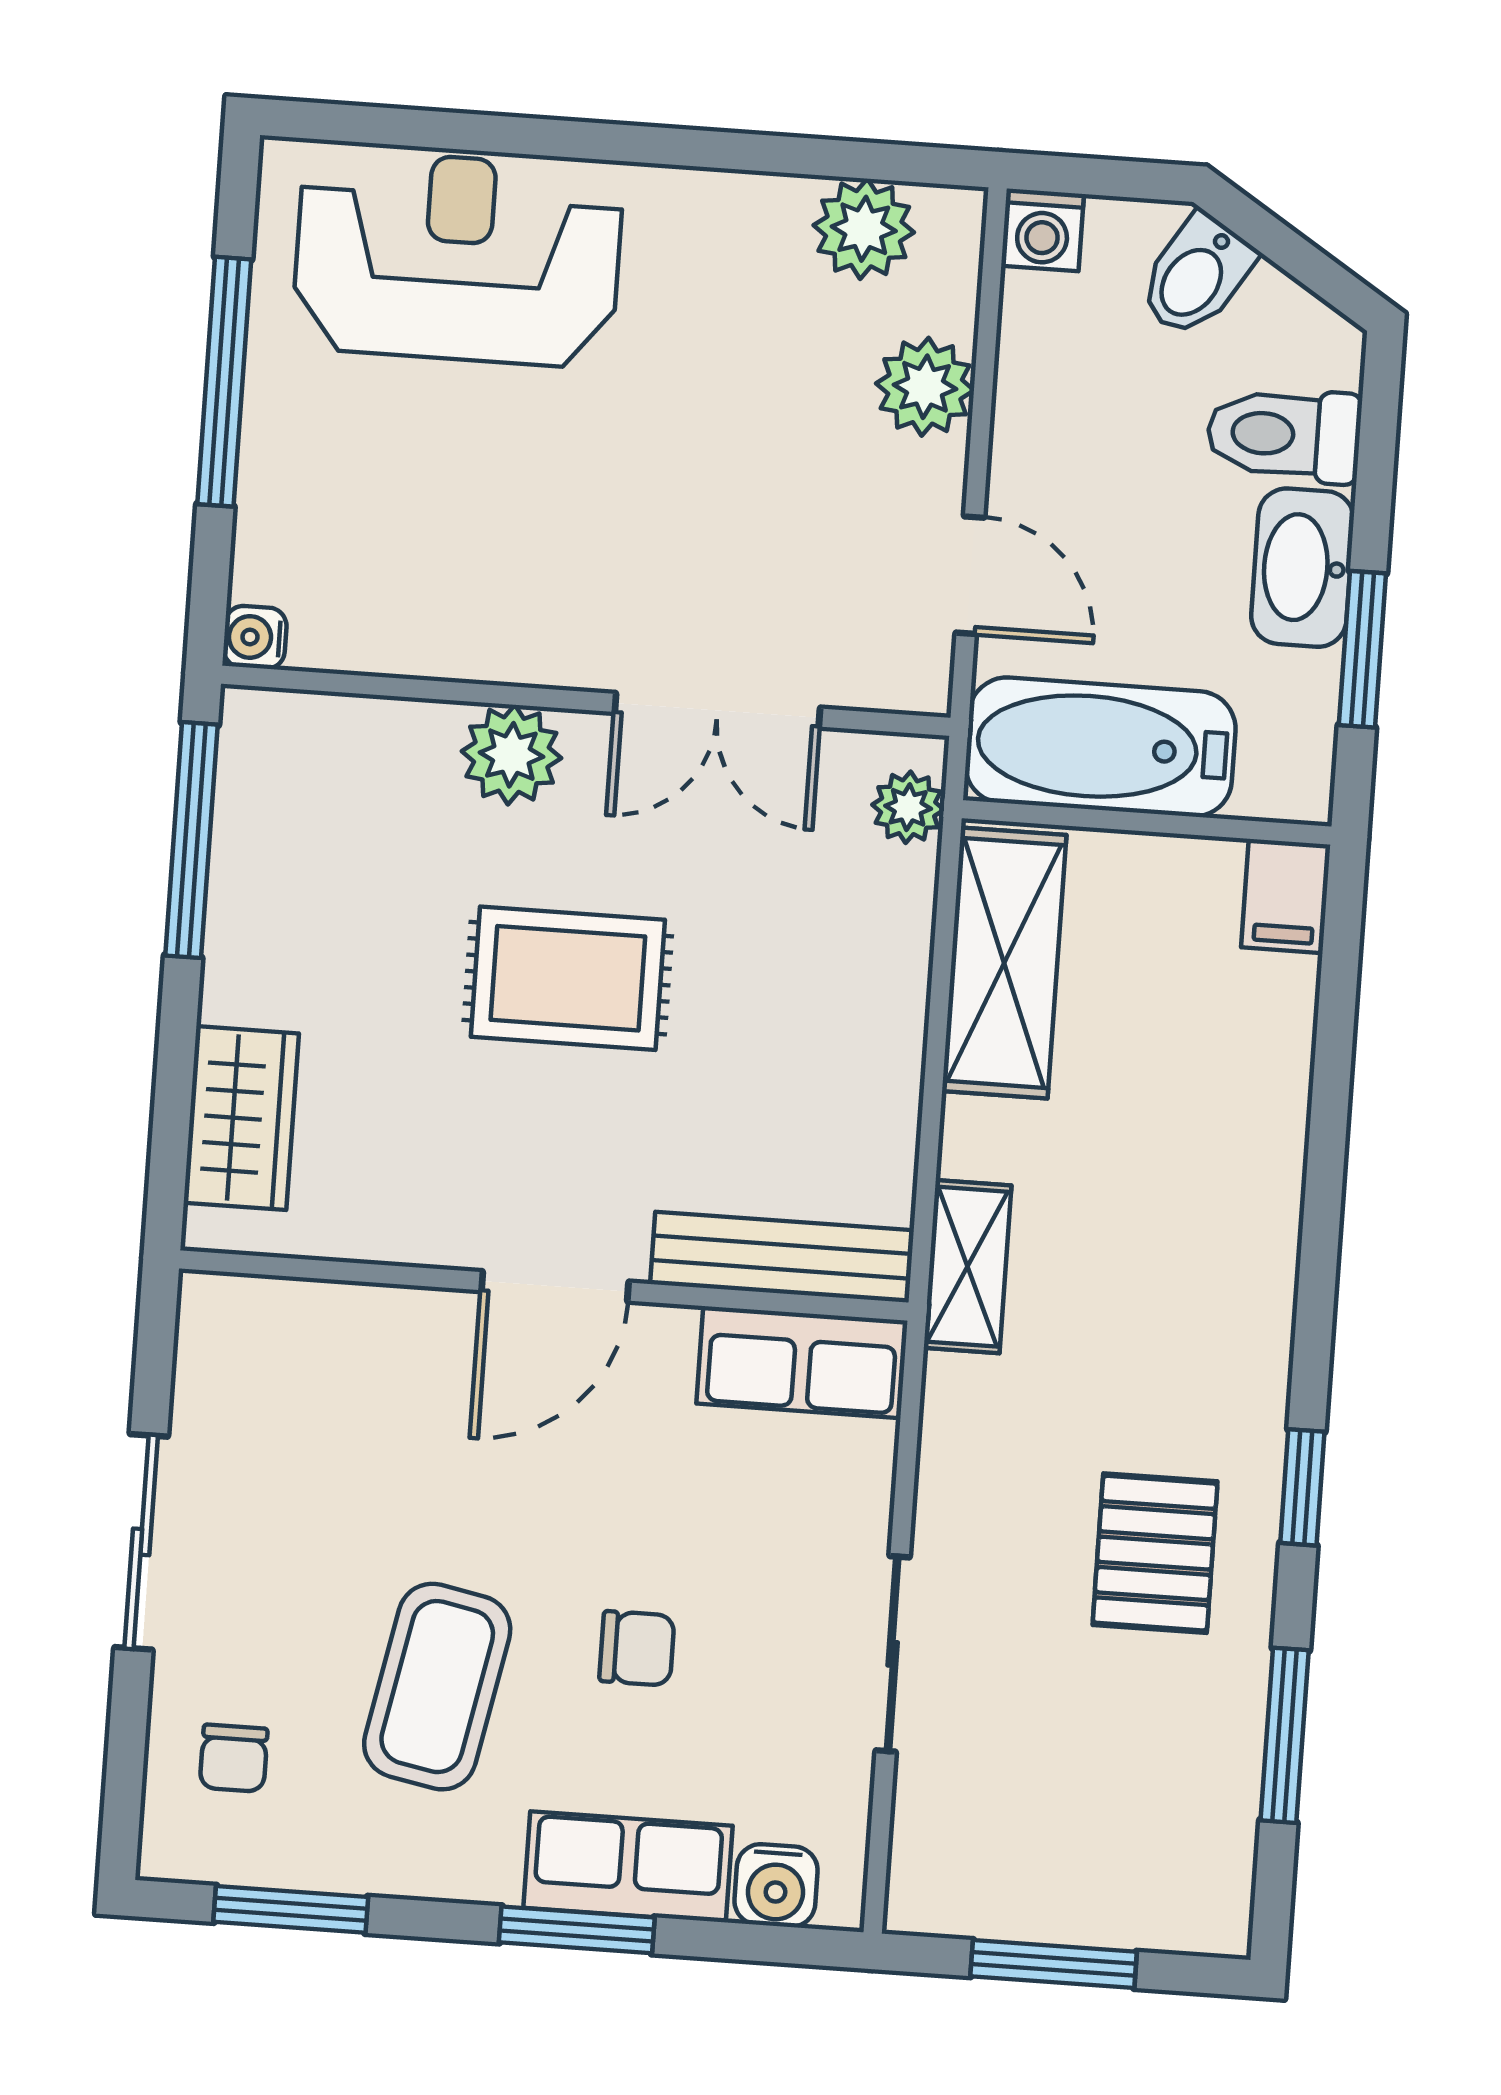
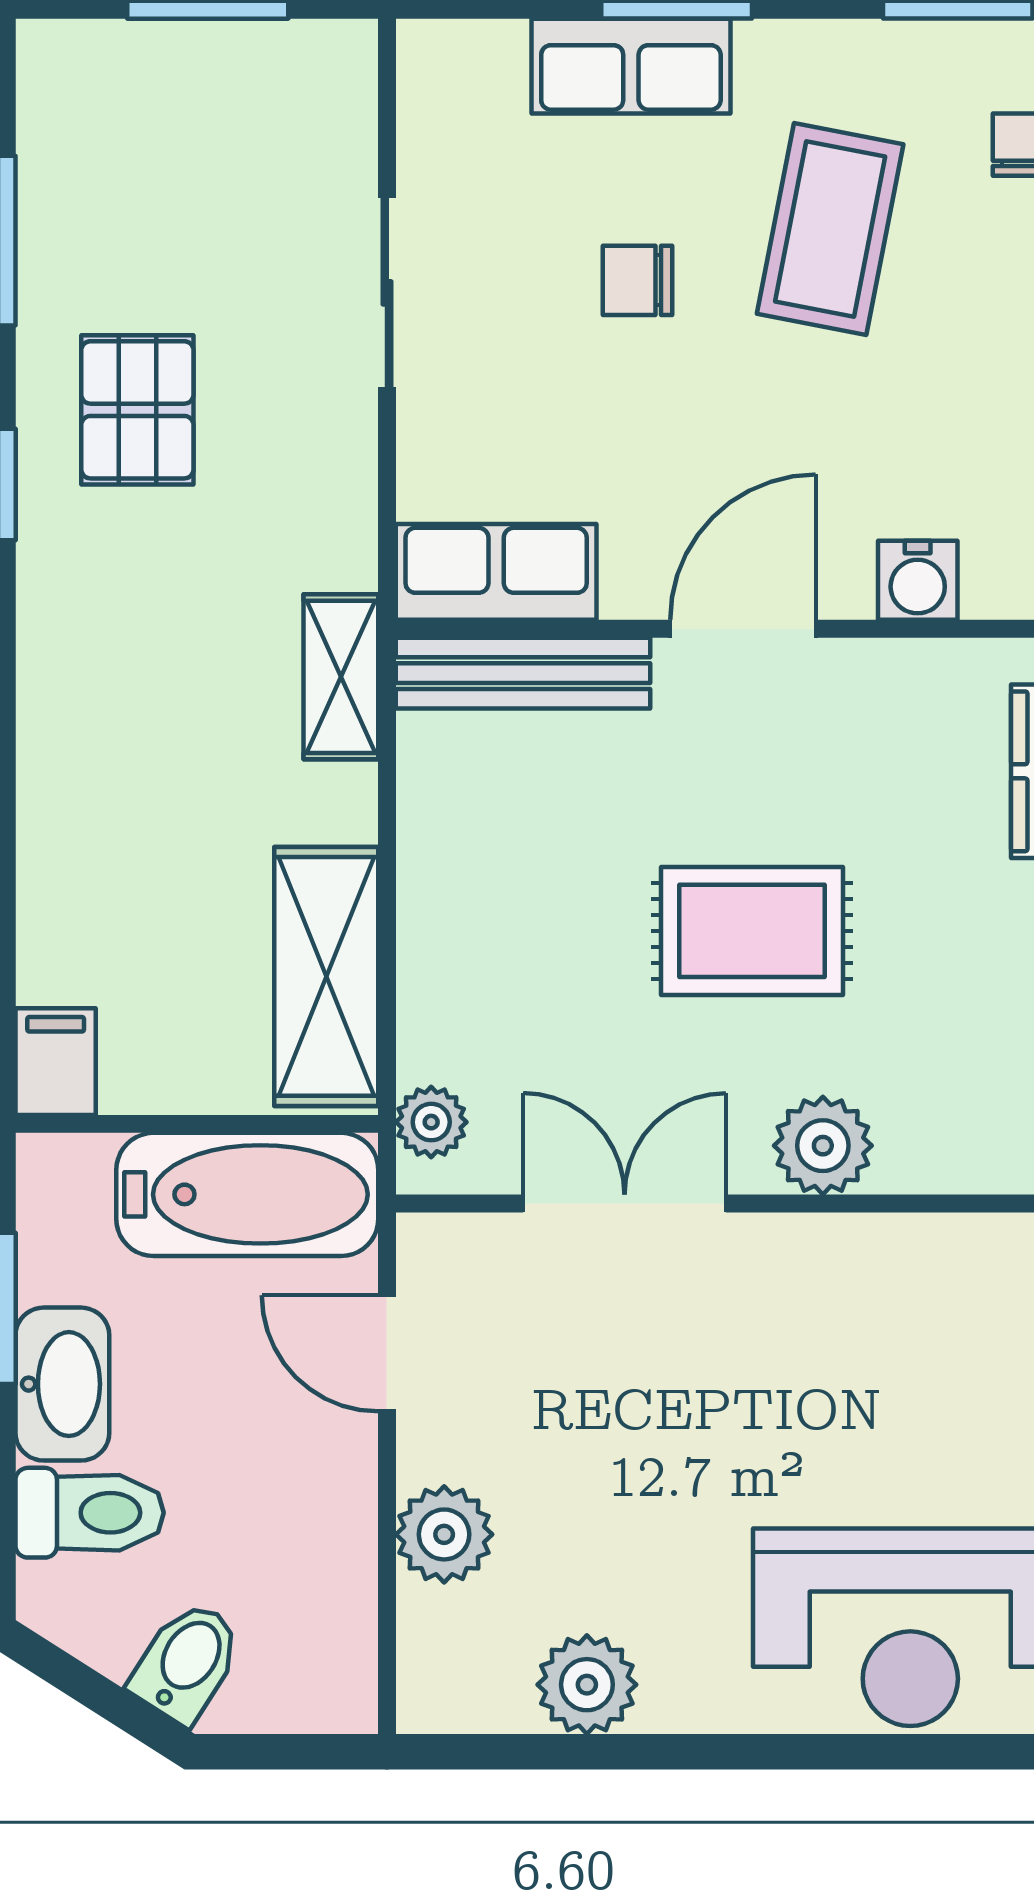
plant: (864, 229) -> (587, 1685), moved
washing machine: (1043, 230) -> (340, 1696), removed
water cooler: (776, 1886) -> (918, 580), moved, turned 180

